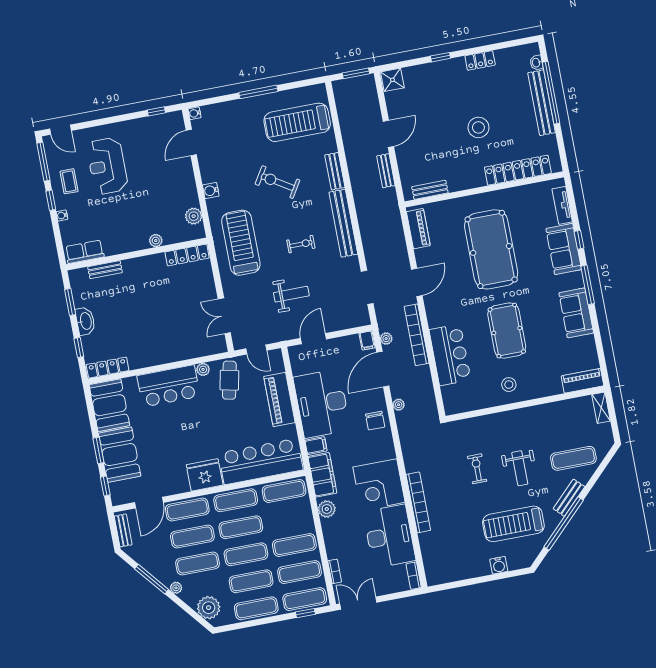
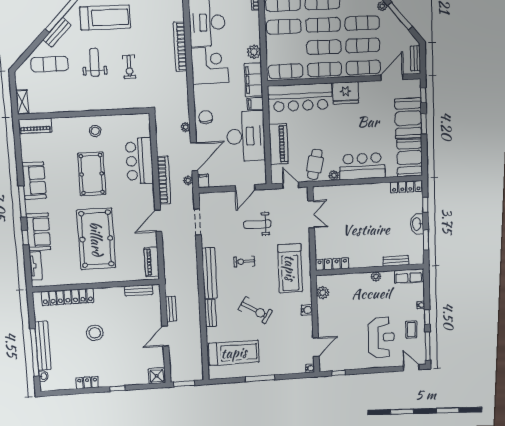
plant: (156, 241) -> (376, 276), moved

